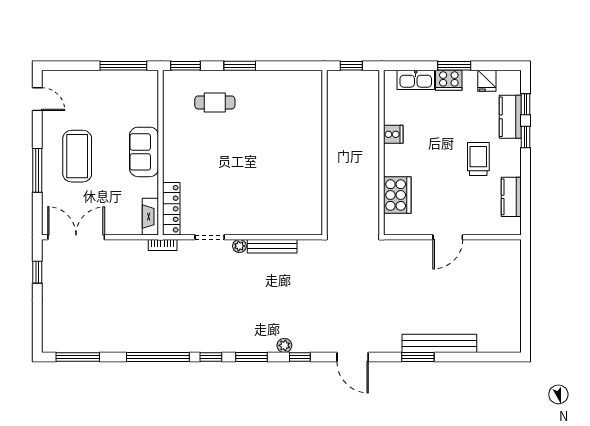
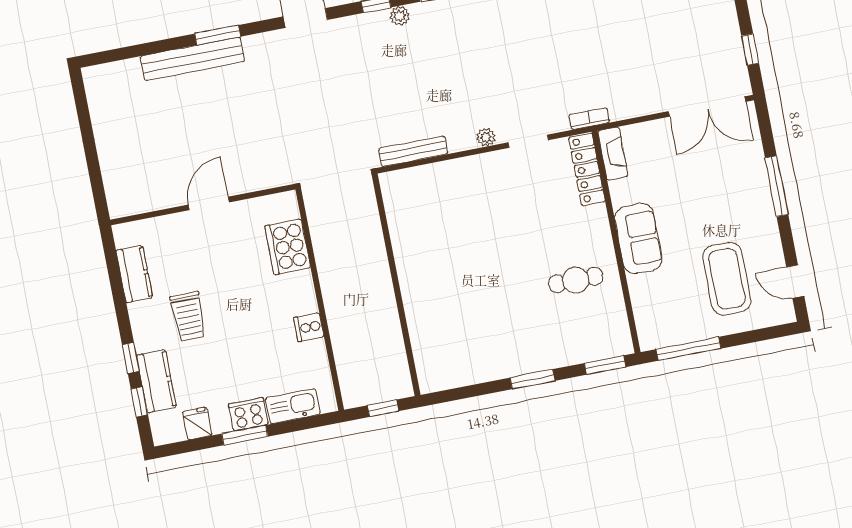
cafe table: (215, 102) -> (576, 280), moved
coffee table: (77, 156) -> (727, 279), moved
bench: (272, 246) -> (413, 151), moved

